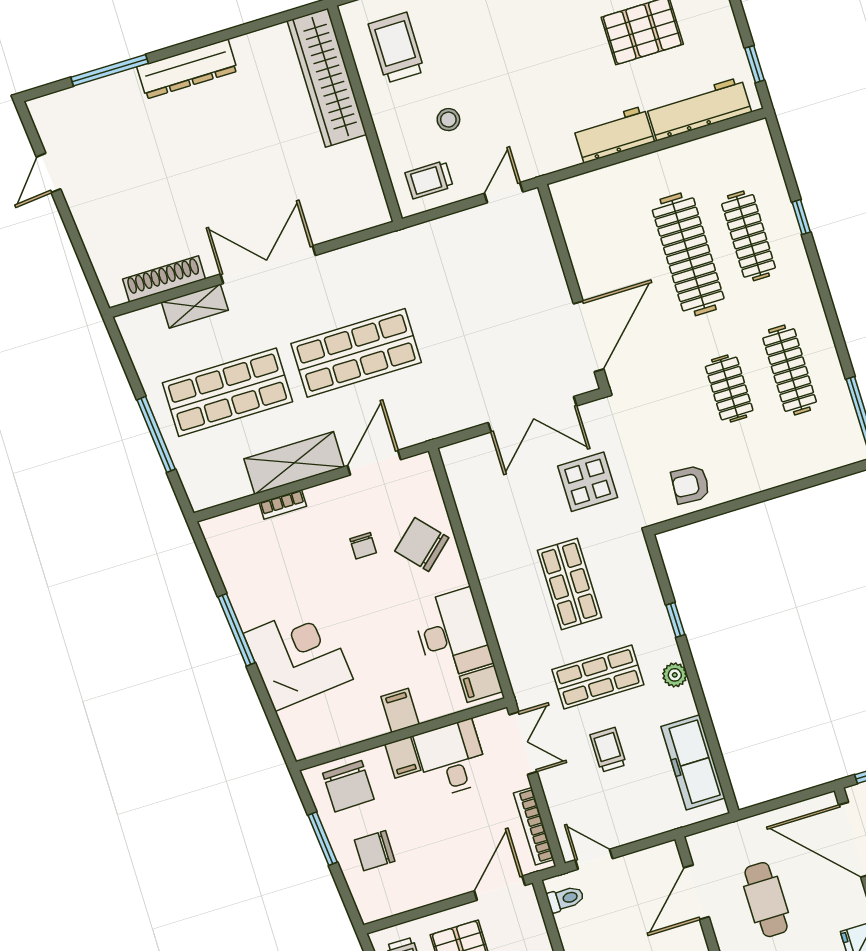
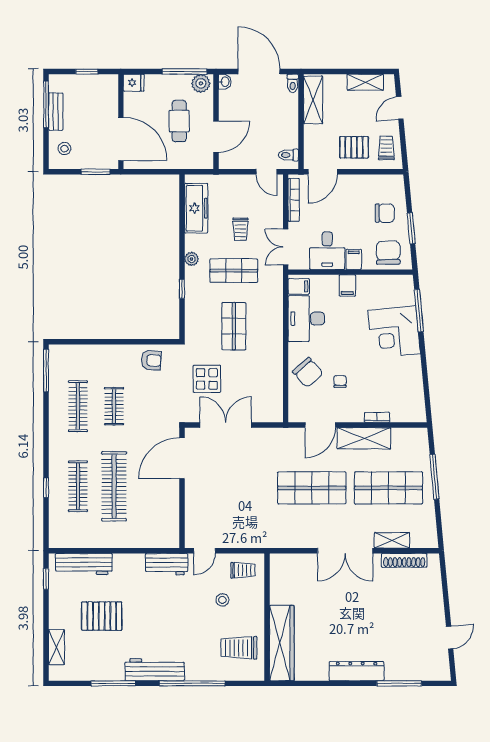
trolley: (396, 48) -> (239, 648), turned 90
workbench: (614, 134) -> (167, 564), moved
window: (237, 630) -> (419, 311), moved

